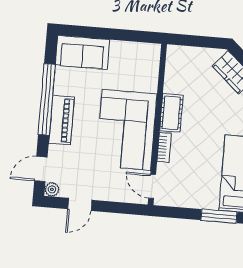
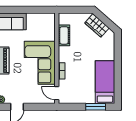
cot: (171, 113) -> (64, 35), moved

